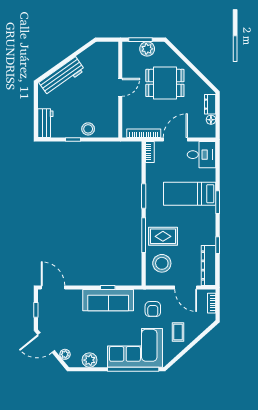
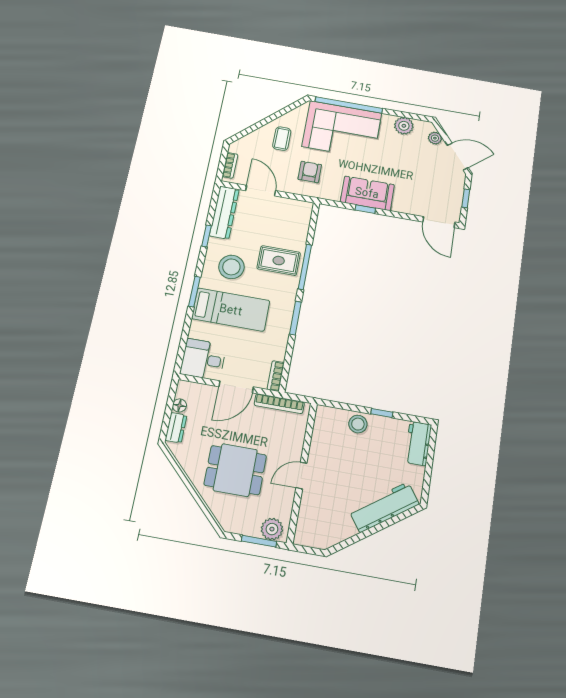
plant: (147, 49) -> (272, 529), moved
stool: (162, 263) -> (231, 267), moved
sofa: (108, 300) -> (367, 193), width x0.73

